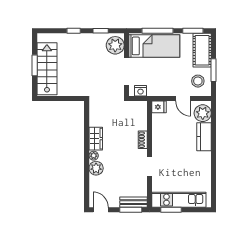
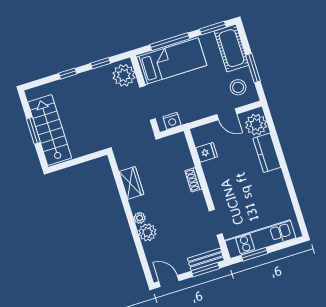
fridge: (159, 107) -> (207, 152), moved
wardrobe: (96, 139) -> (131, 183), moved
doorway: (149, 167) -> (216, 222), moved

